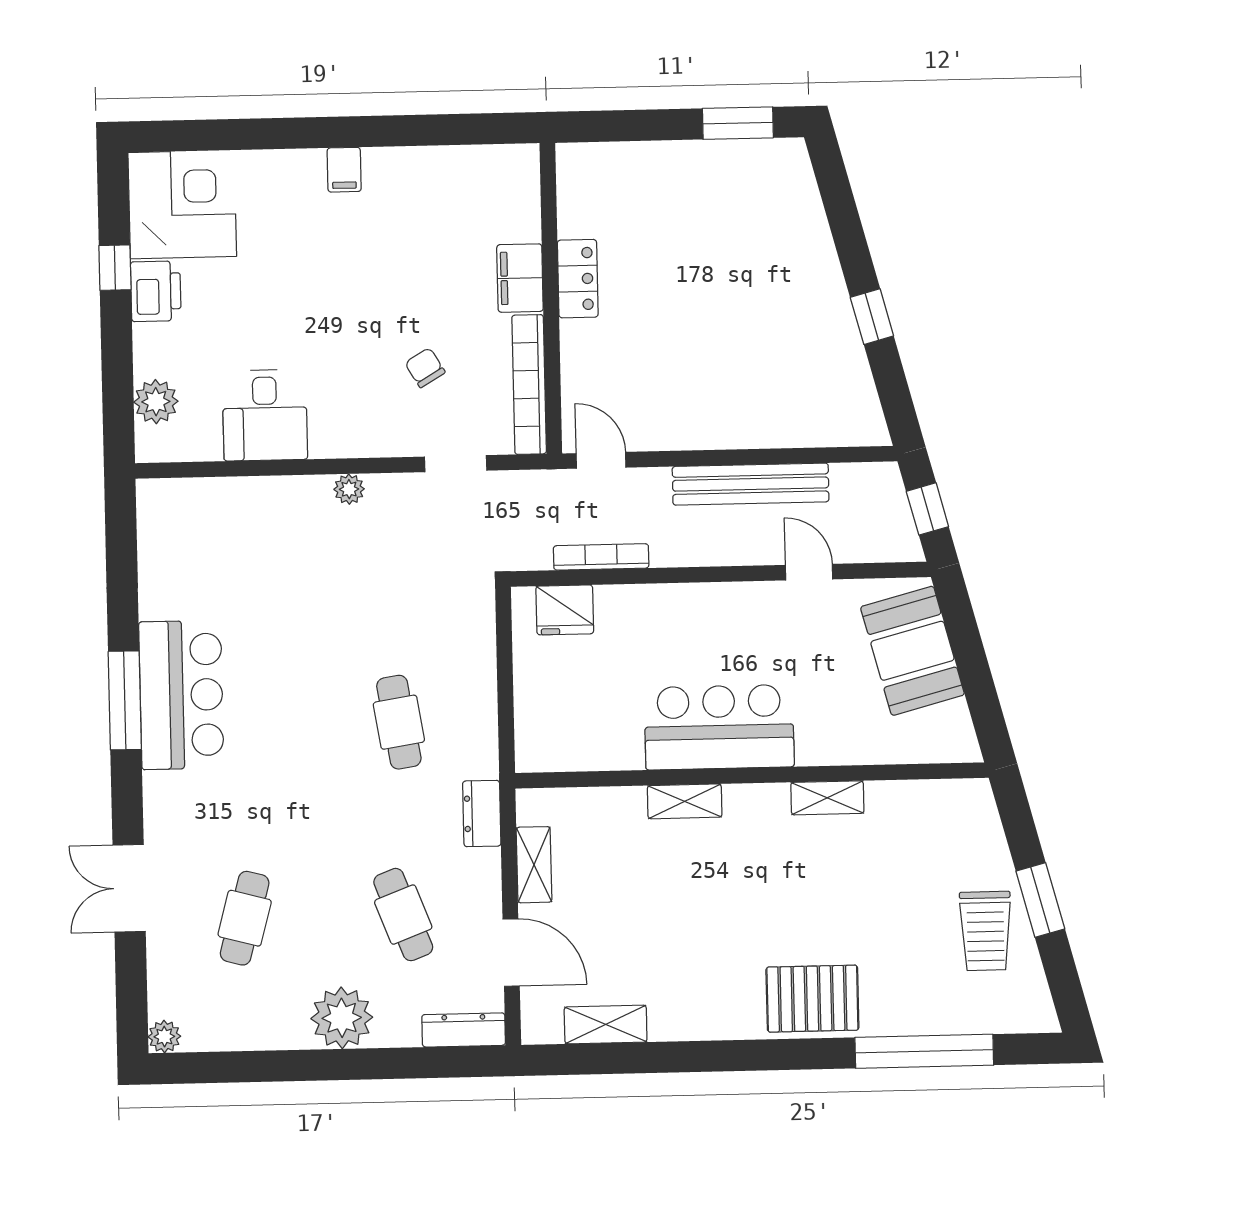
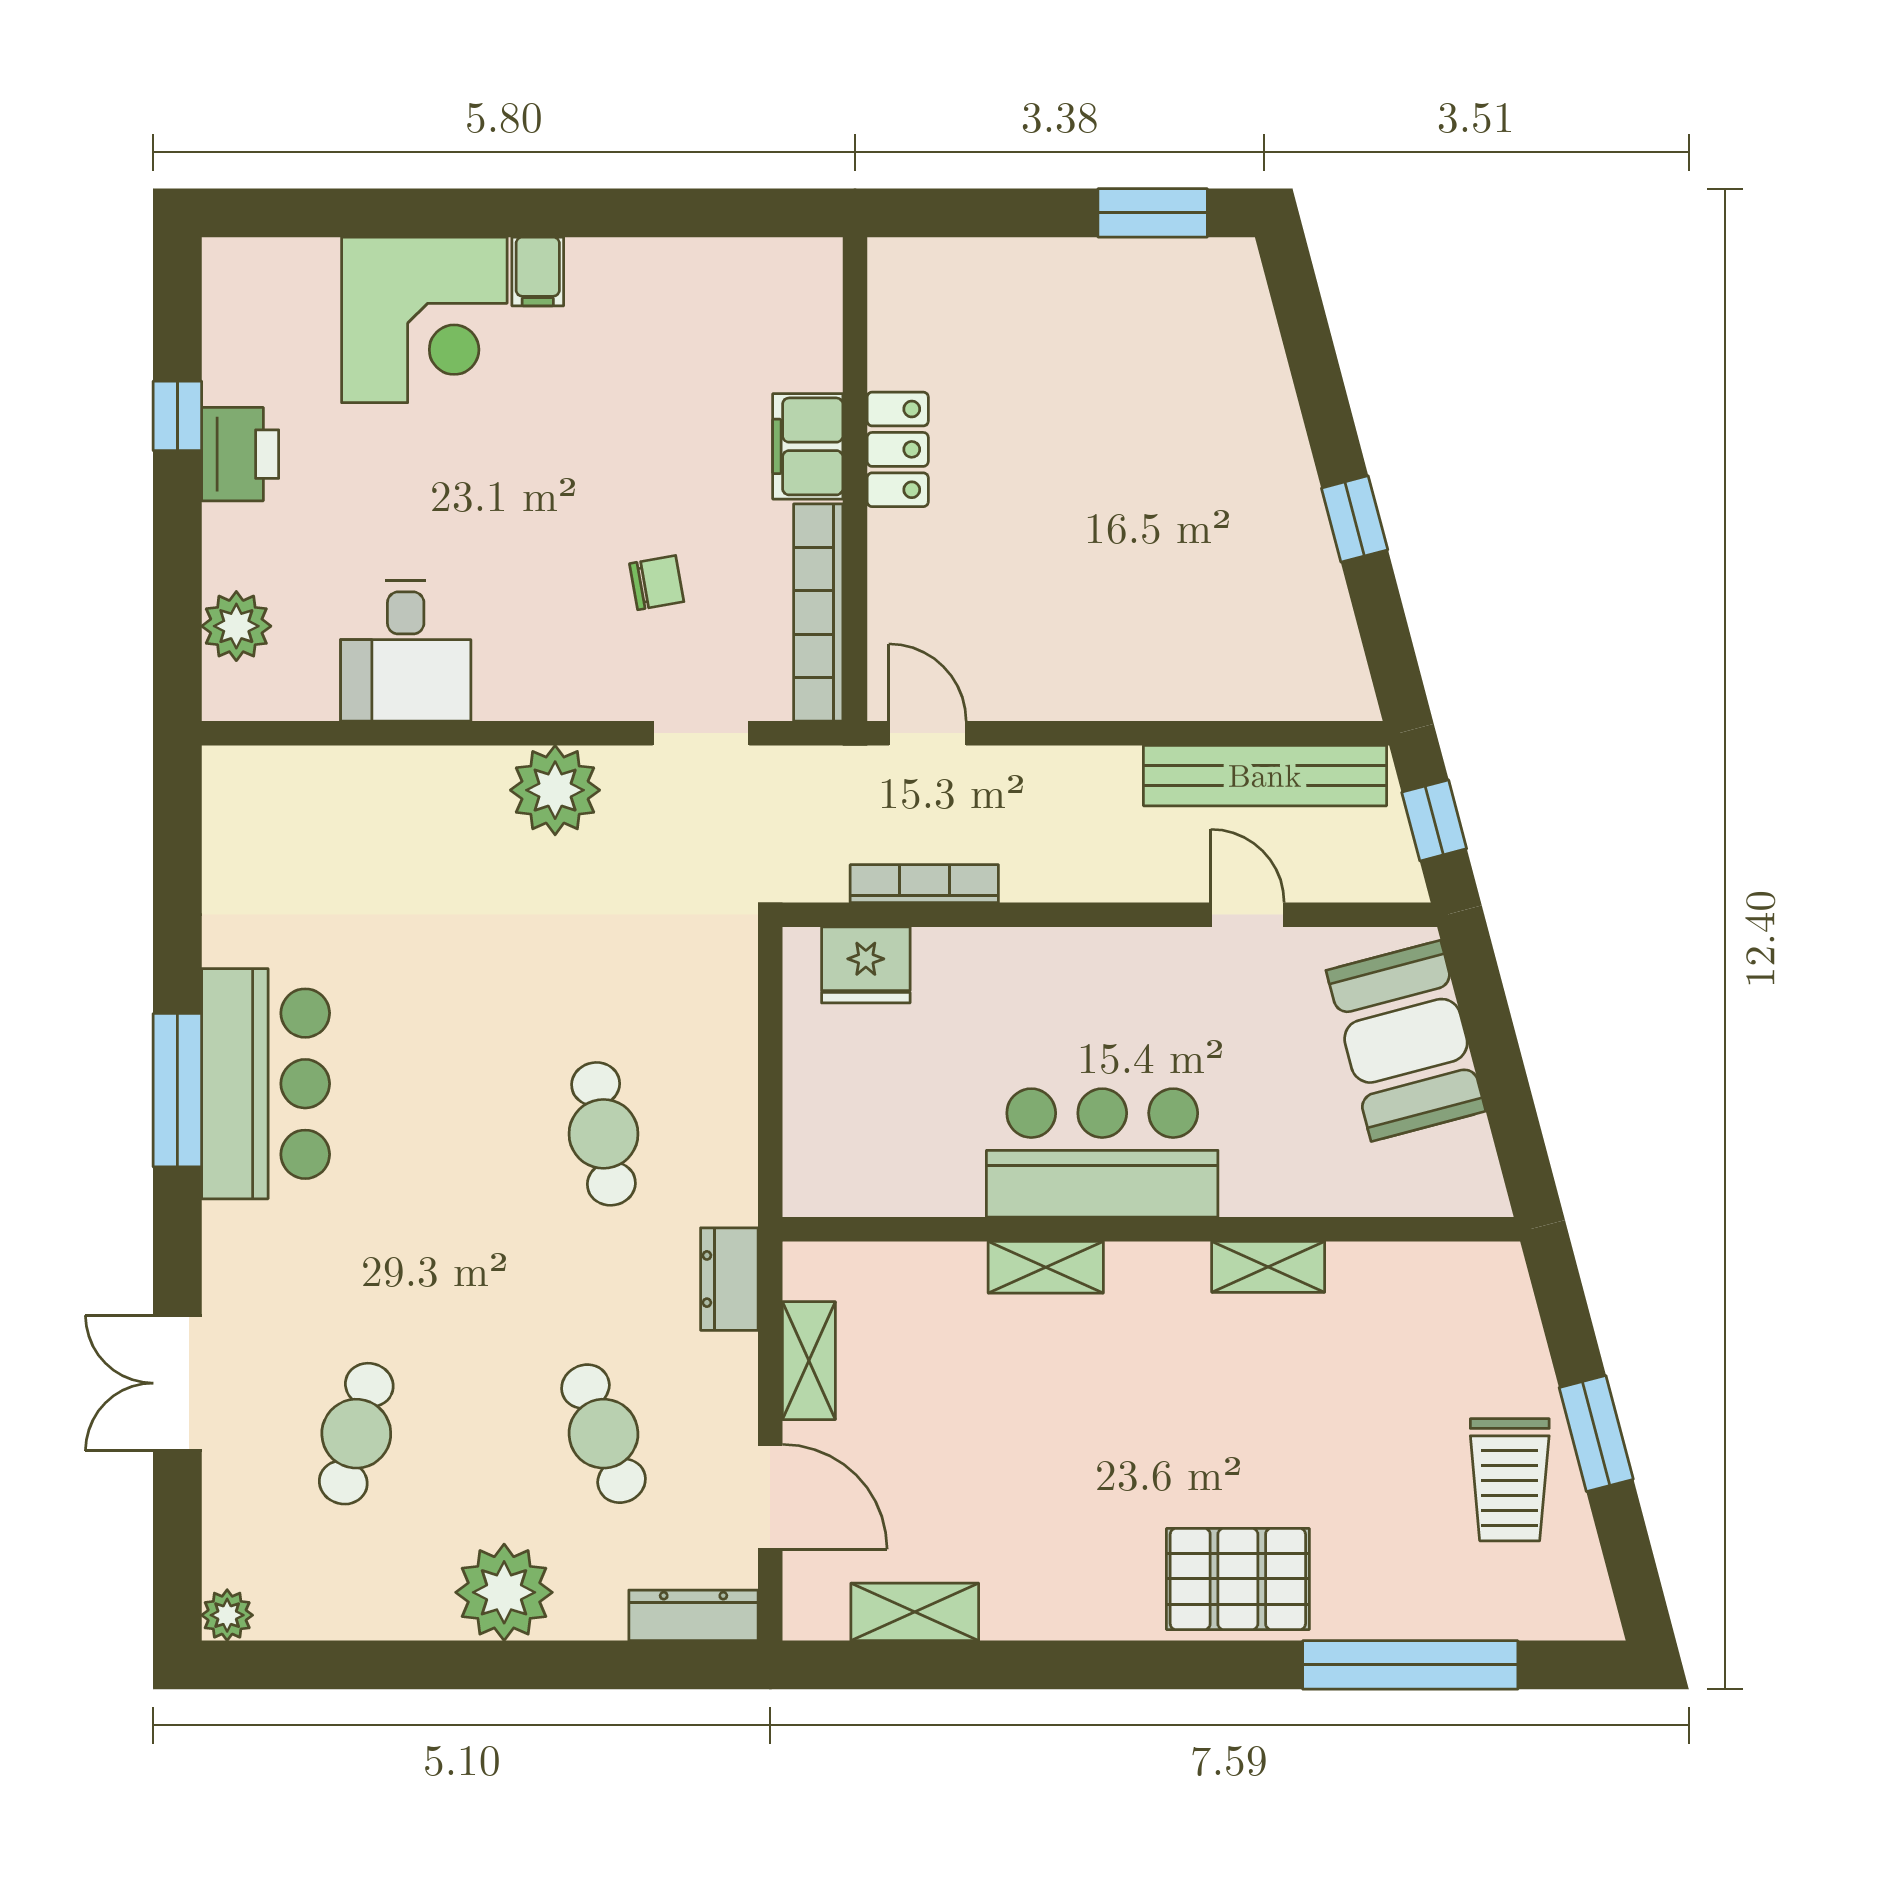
corner desk: (182, 204) -> (424, 320), moved, turned 90
chair: (425, 368) -> (657, 583), turned 111
bench: (751, 484) -> (1265, 776), moved
plant: (349, 489) -> (555, 790), width x1.87, depth x1.87

